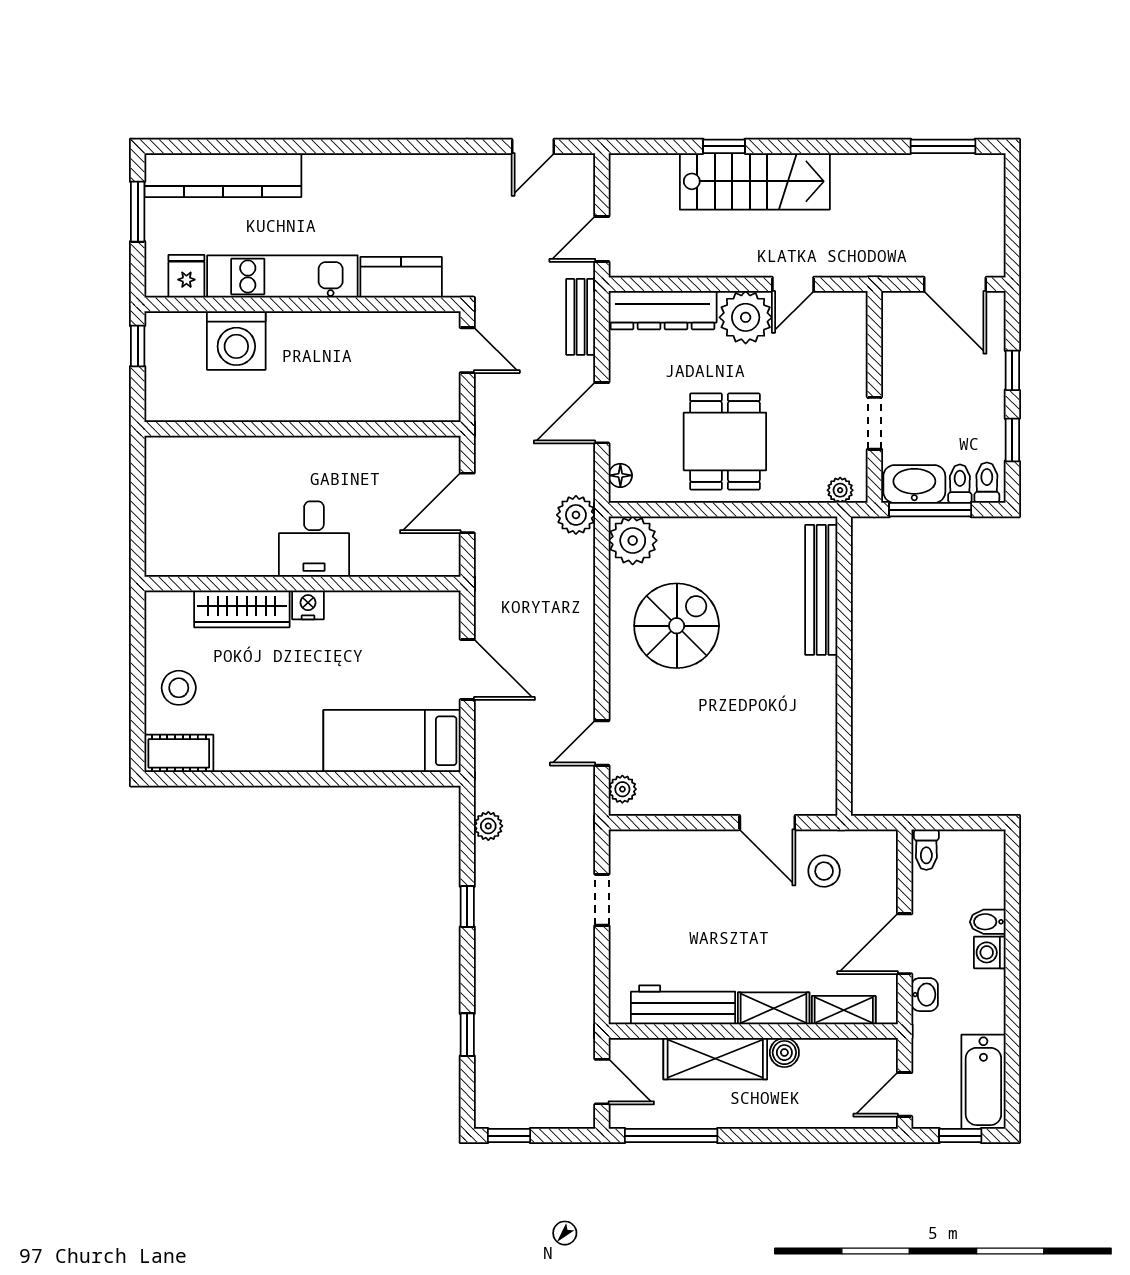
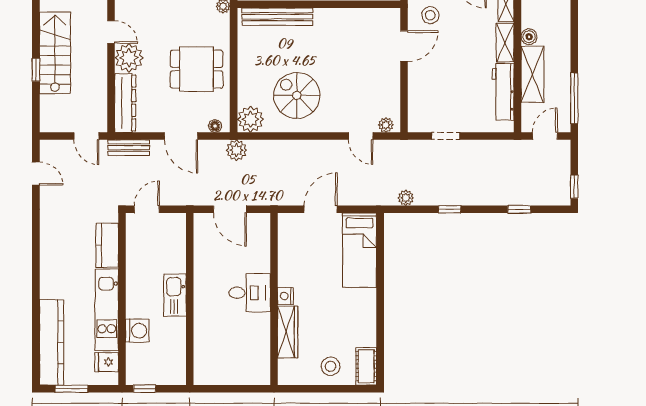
washing machine: (236, 341) -> (137, 331), width x0.73, depth x0.73
kitchen sink: (310, 402) -> (175, 295), added

